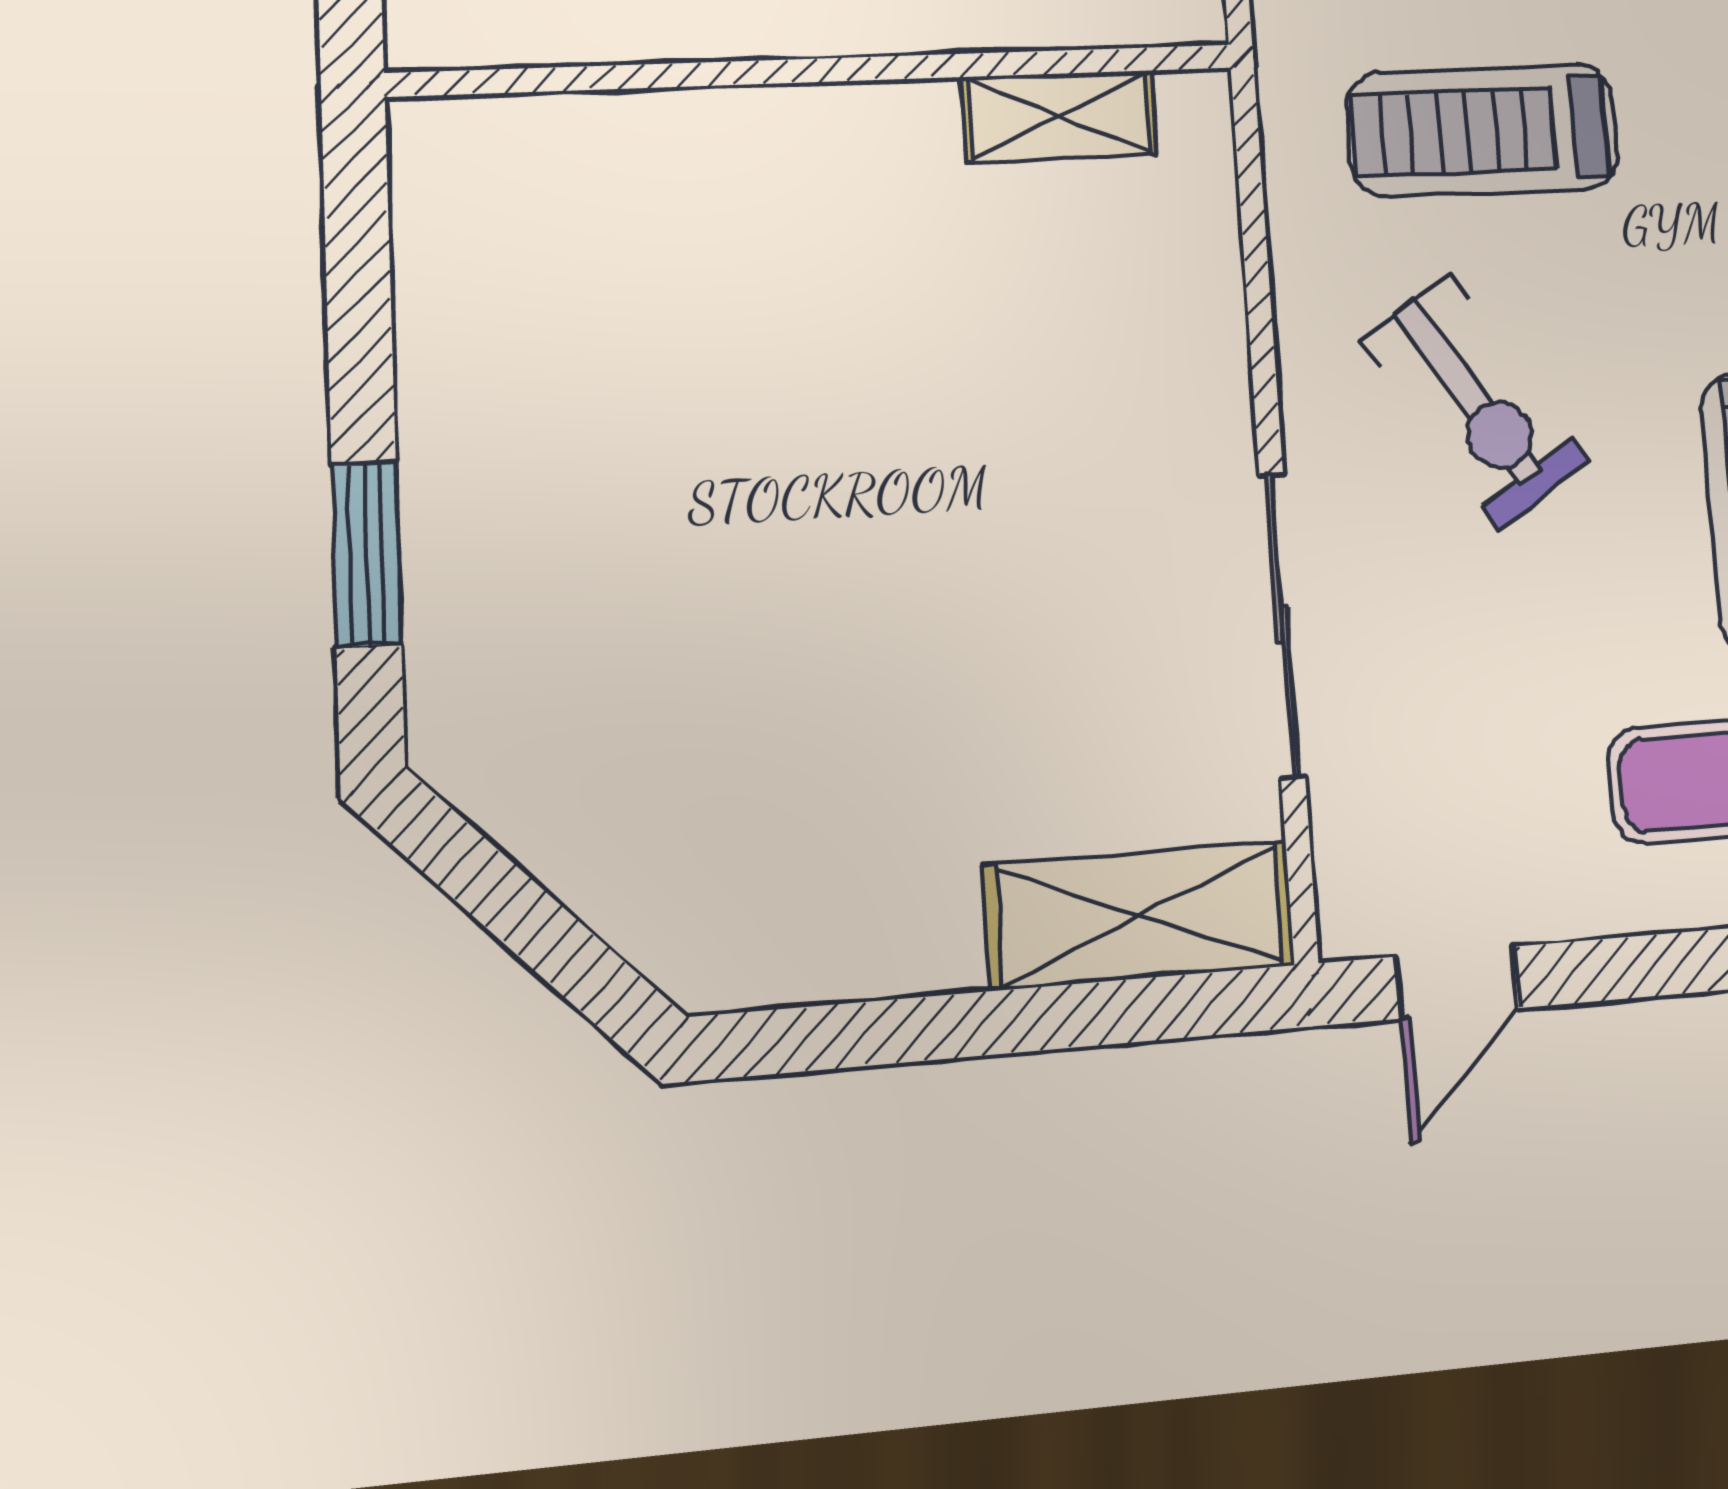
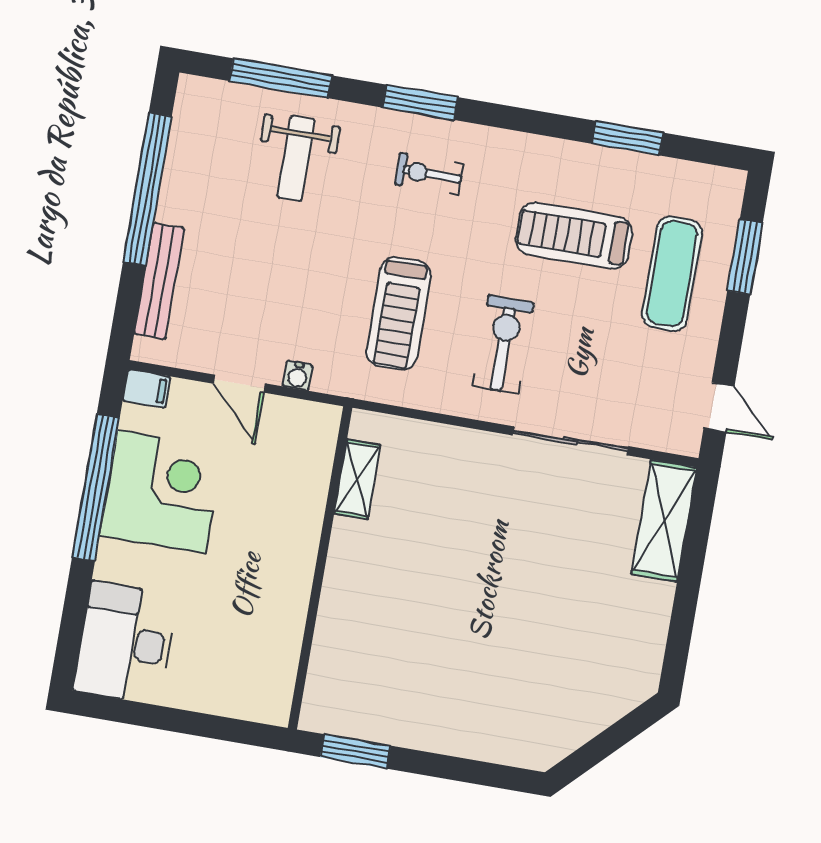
exercise bike: (1474, 401) -> (503, 344), turned -57
window: (366, 554) -> (355, 751), moved

